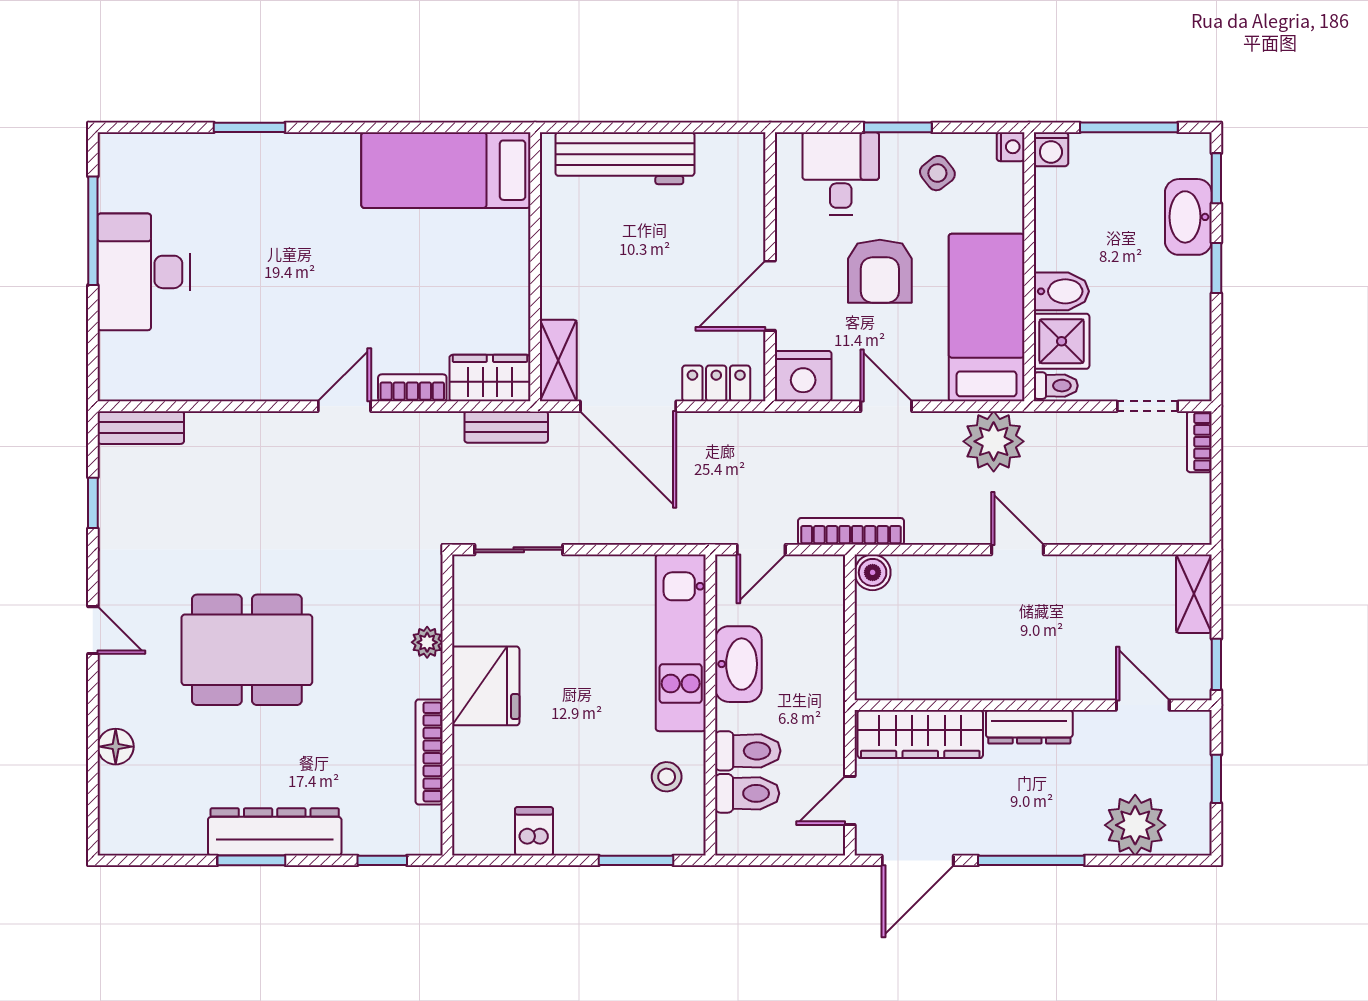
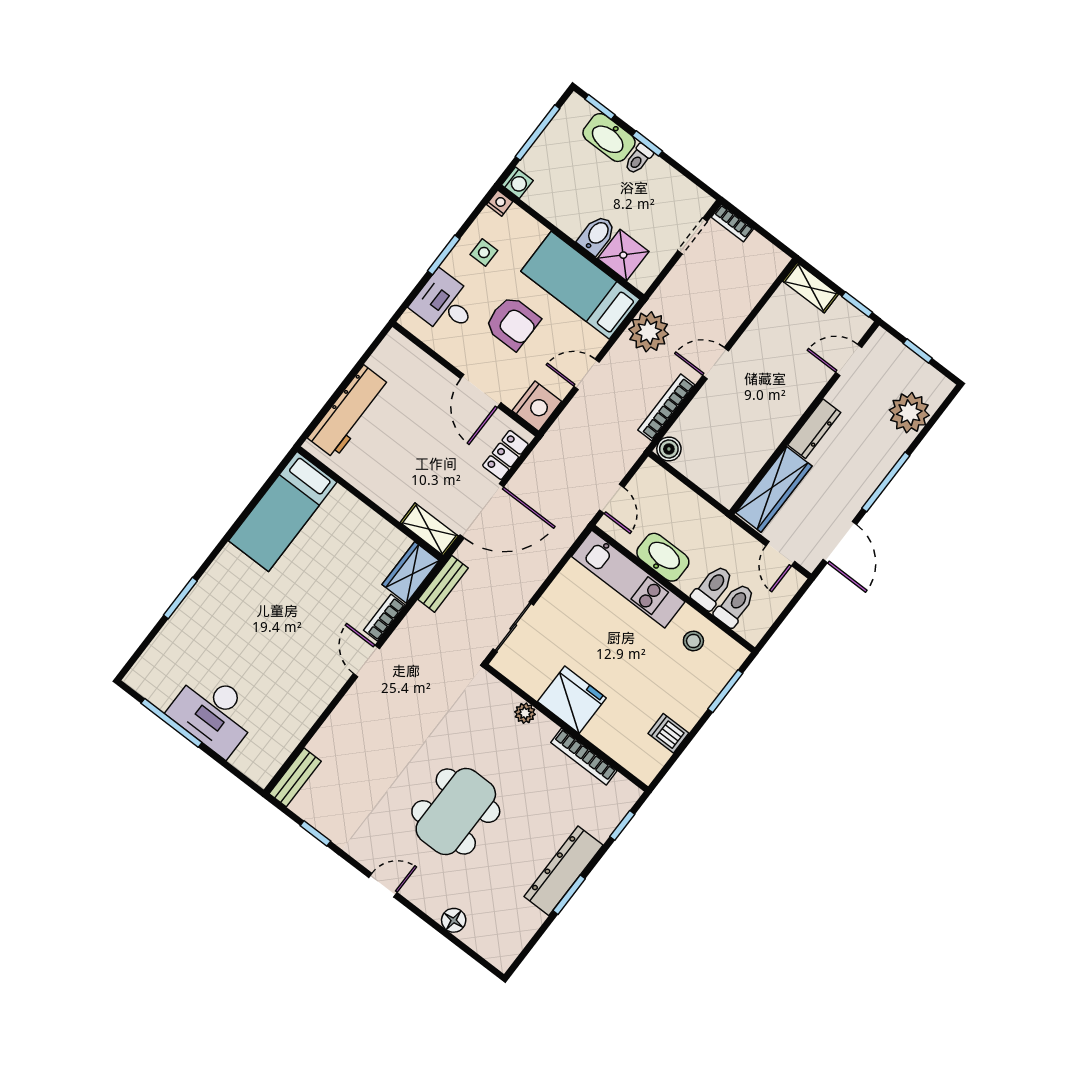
side table: (937, 173) -> (484, 253), turned 38
toilet: (1056, 386) -> (638, 159), moved, turned 180
bookcase: (851, 531) -> (666, 407), moved

